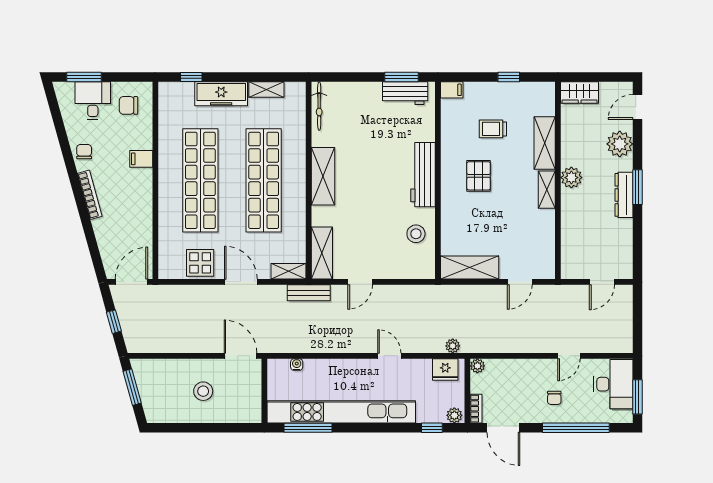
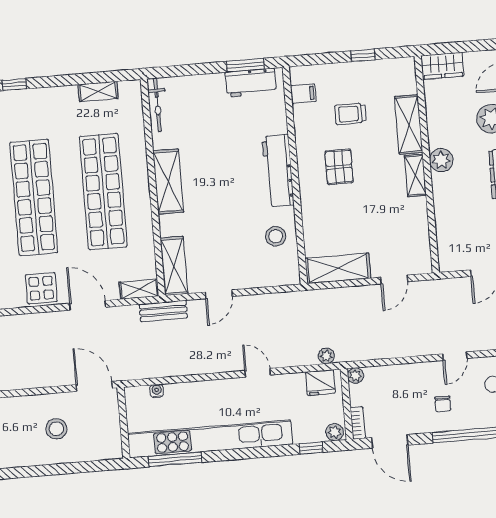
filing cabinet: (452, 90) -> (303, 94), moved
freezer: (221, 94) -> (49, 100), removed

